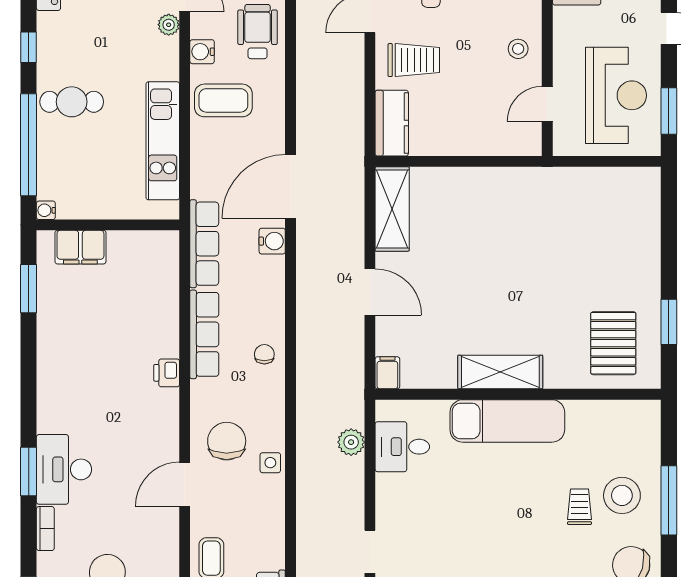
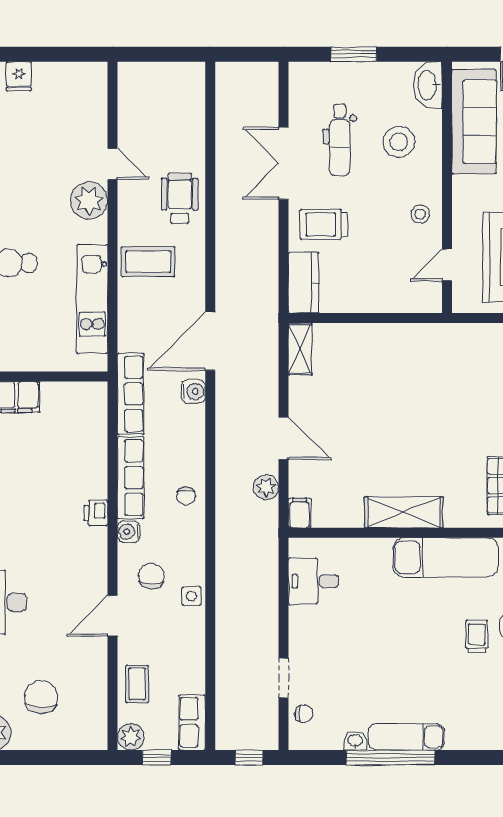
plant: (169, 25) -> (89, 201), width x1.87, depth x1.87
water cooler: (202, 52) -> (129, 532), moved
trolley: (414, 60) -> (324, 224), turned 180
shelving: (392, 209) -> (300, 349), width x0.67, depth x0.75
chair: (264, 354) -> (186, 496), turned 180
exam couch: (507, 421) -> (446, 557), moved
chair: (227, 441) -> (151, 576), width x0.73, depth x0.73
plant: (351, 442) -> (266, 487), moved

